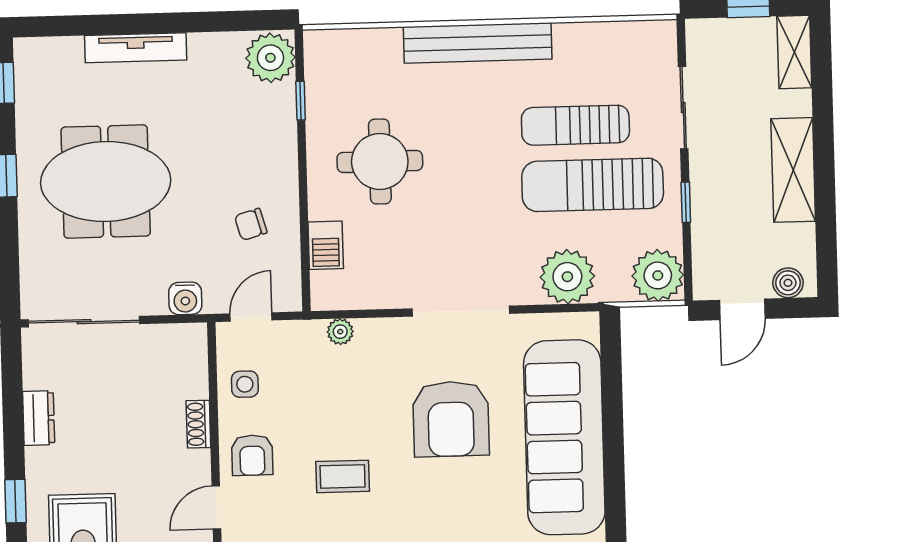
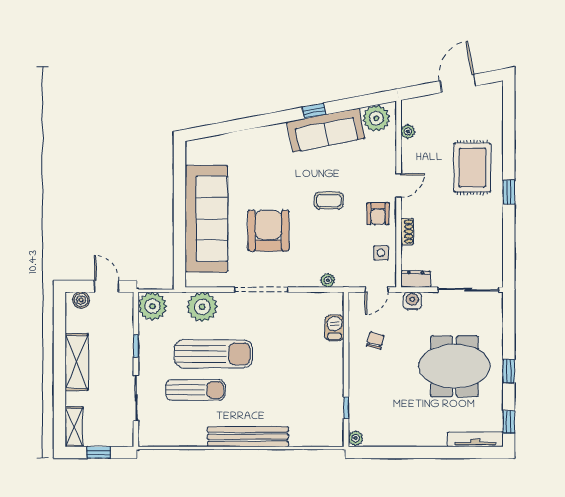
tv unit: (136, 48) -> (475, 439), moved
plant: (270, 58) -> (356, 438), width x0.53, depth x0.53
round table: (380, 162) -> (303, 373), removed
sun lounger: (593, 185) -> (213, 354), moved
chair: (251, 224) -> (375, 340), turned -61
door: (742, 309) -> (107, 286), hinge flipped
dresser: (39, 418) -> (416, 279), moved, turned 90
armchair: (252, 455) -> (378, 214), turned 180

